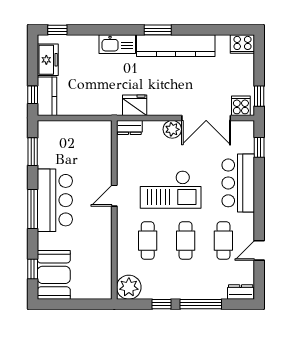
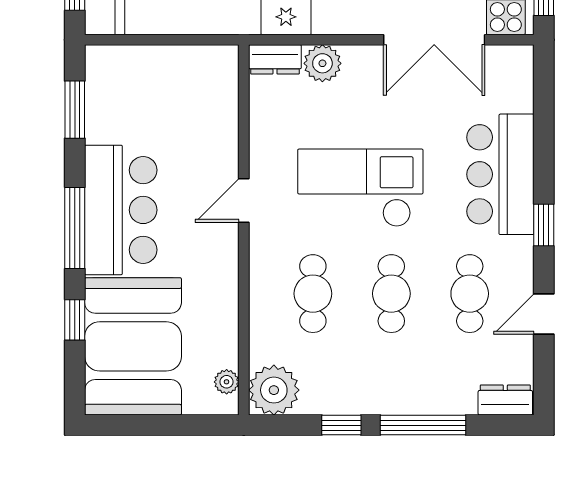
plant: (172, 129) -> (322, 63), moved
window: (259, 147) -> (544, 225), moved
checkout: (171, 189) -> (360, 188), turned 180
window: (33, 269) -> (75, 320), moved
booth: (54, 275) -> (133, 346), width x1.36, depth x1.42
plant: (106, 283) -> (227, 382), added

